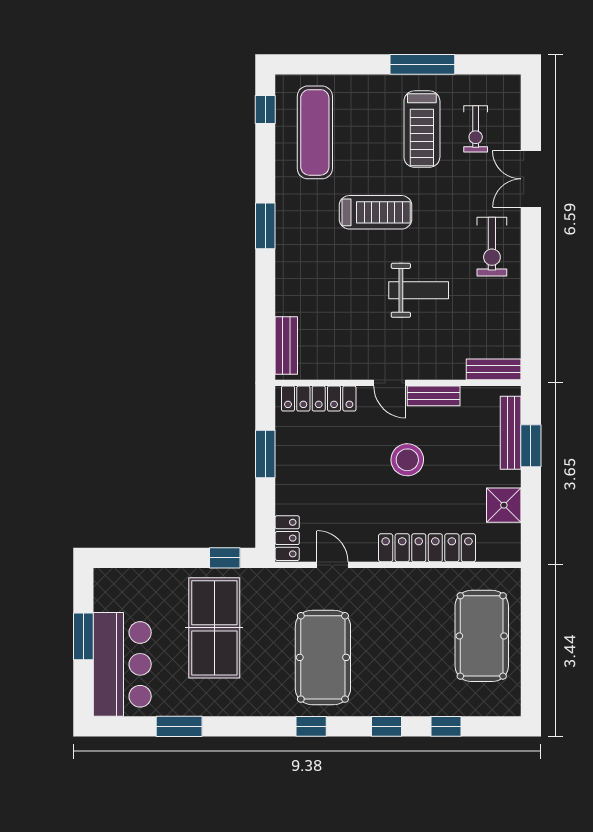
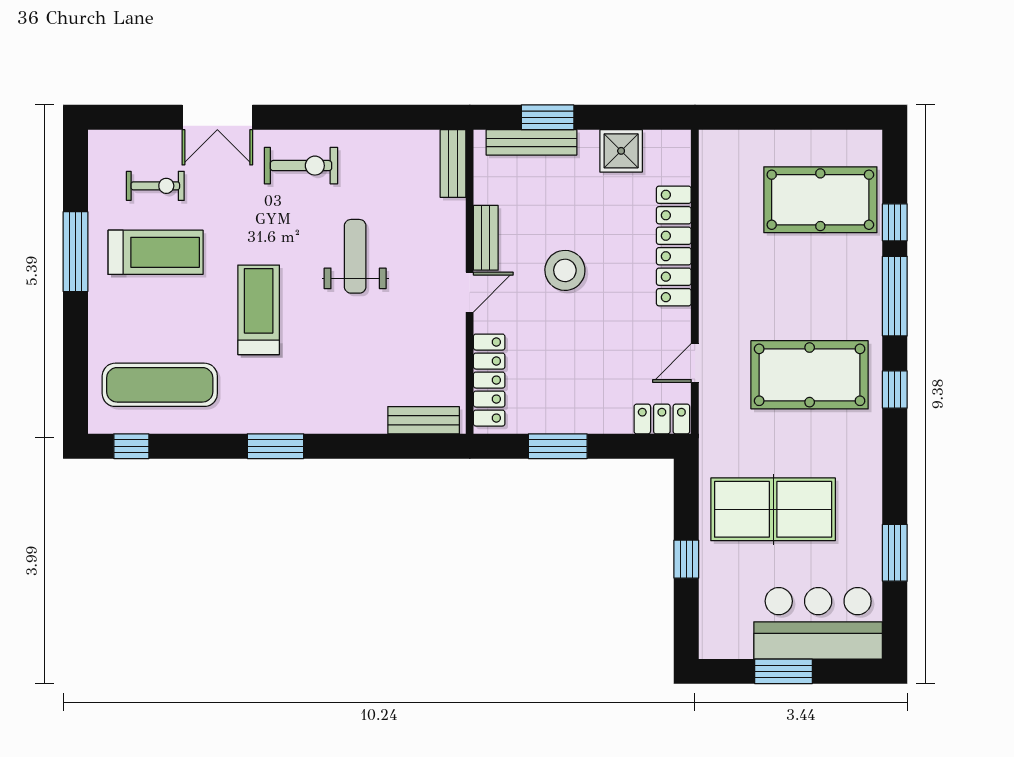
window: (225, 558) -> (686, 559), moved
pool table: (482, 636) -> (820, 200), moved
window: (386, 726) -> (895, 296), width x2.17

